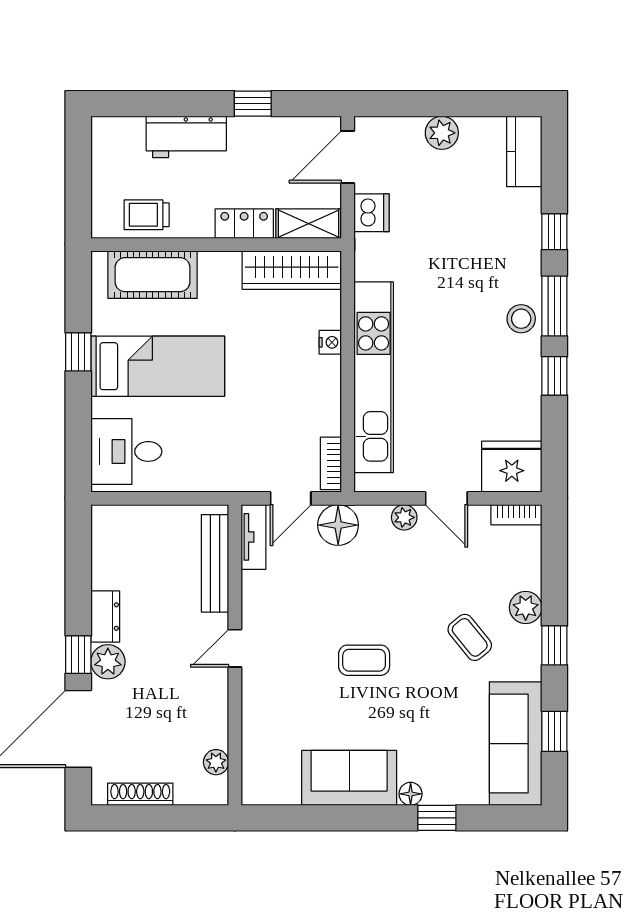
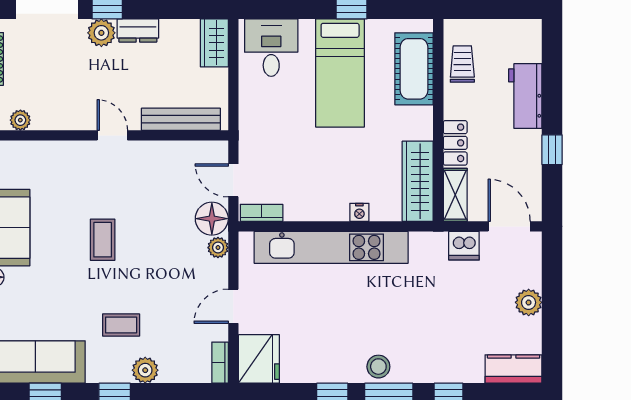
plant: (404, 517) -> (218, 248), moved
wardrobe: (120, 522) -> (214, 43), added
tv unit: (253, 537) -> (202, 150), removed
coffee table: (470, 637) -> (121, 325), turned 39

